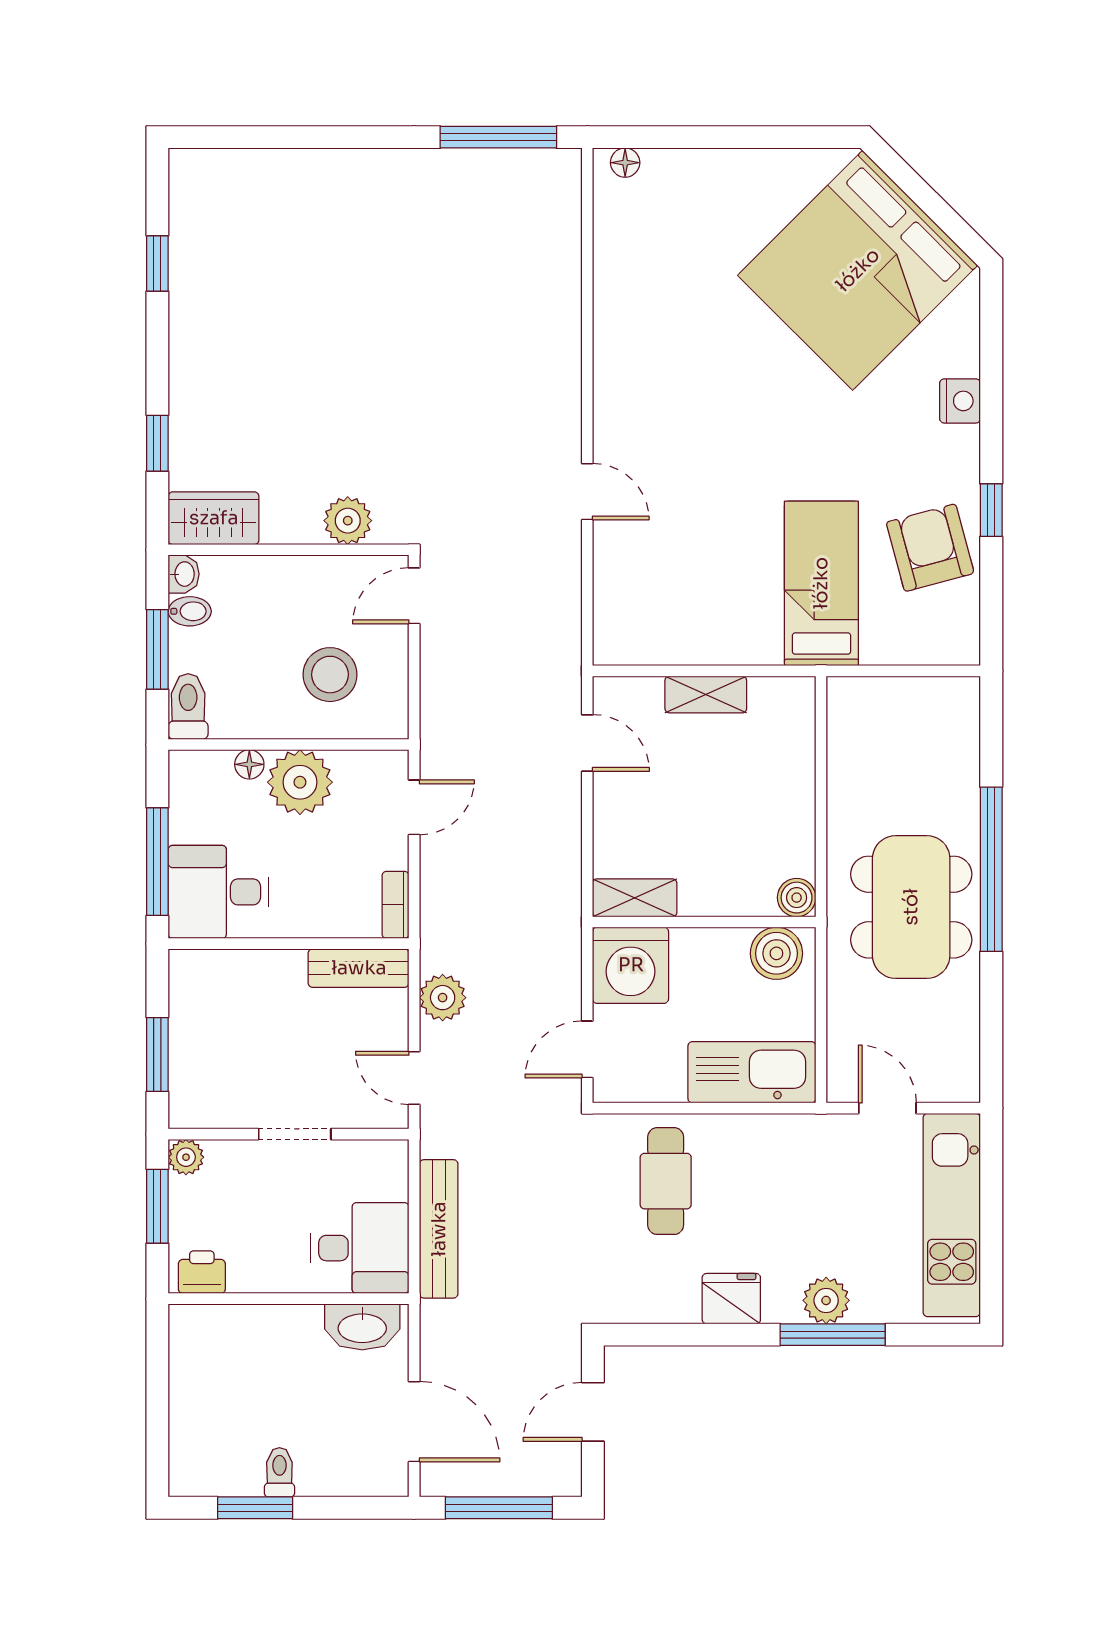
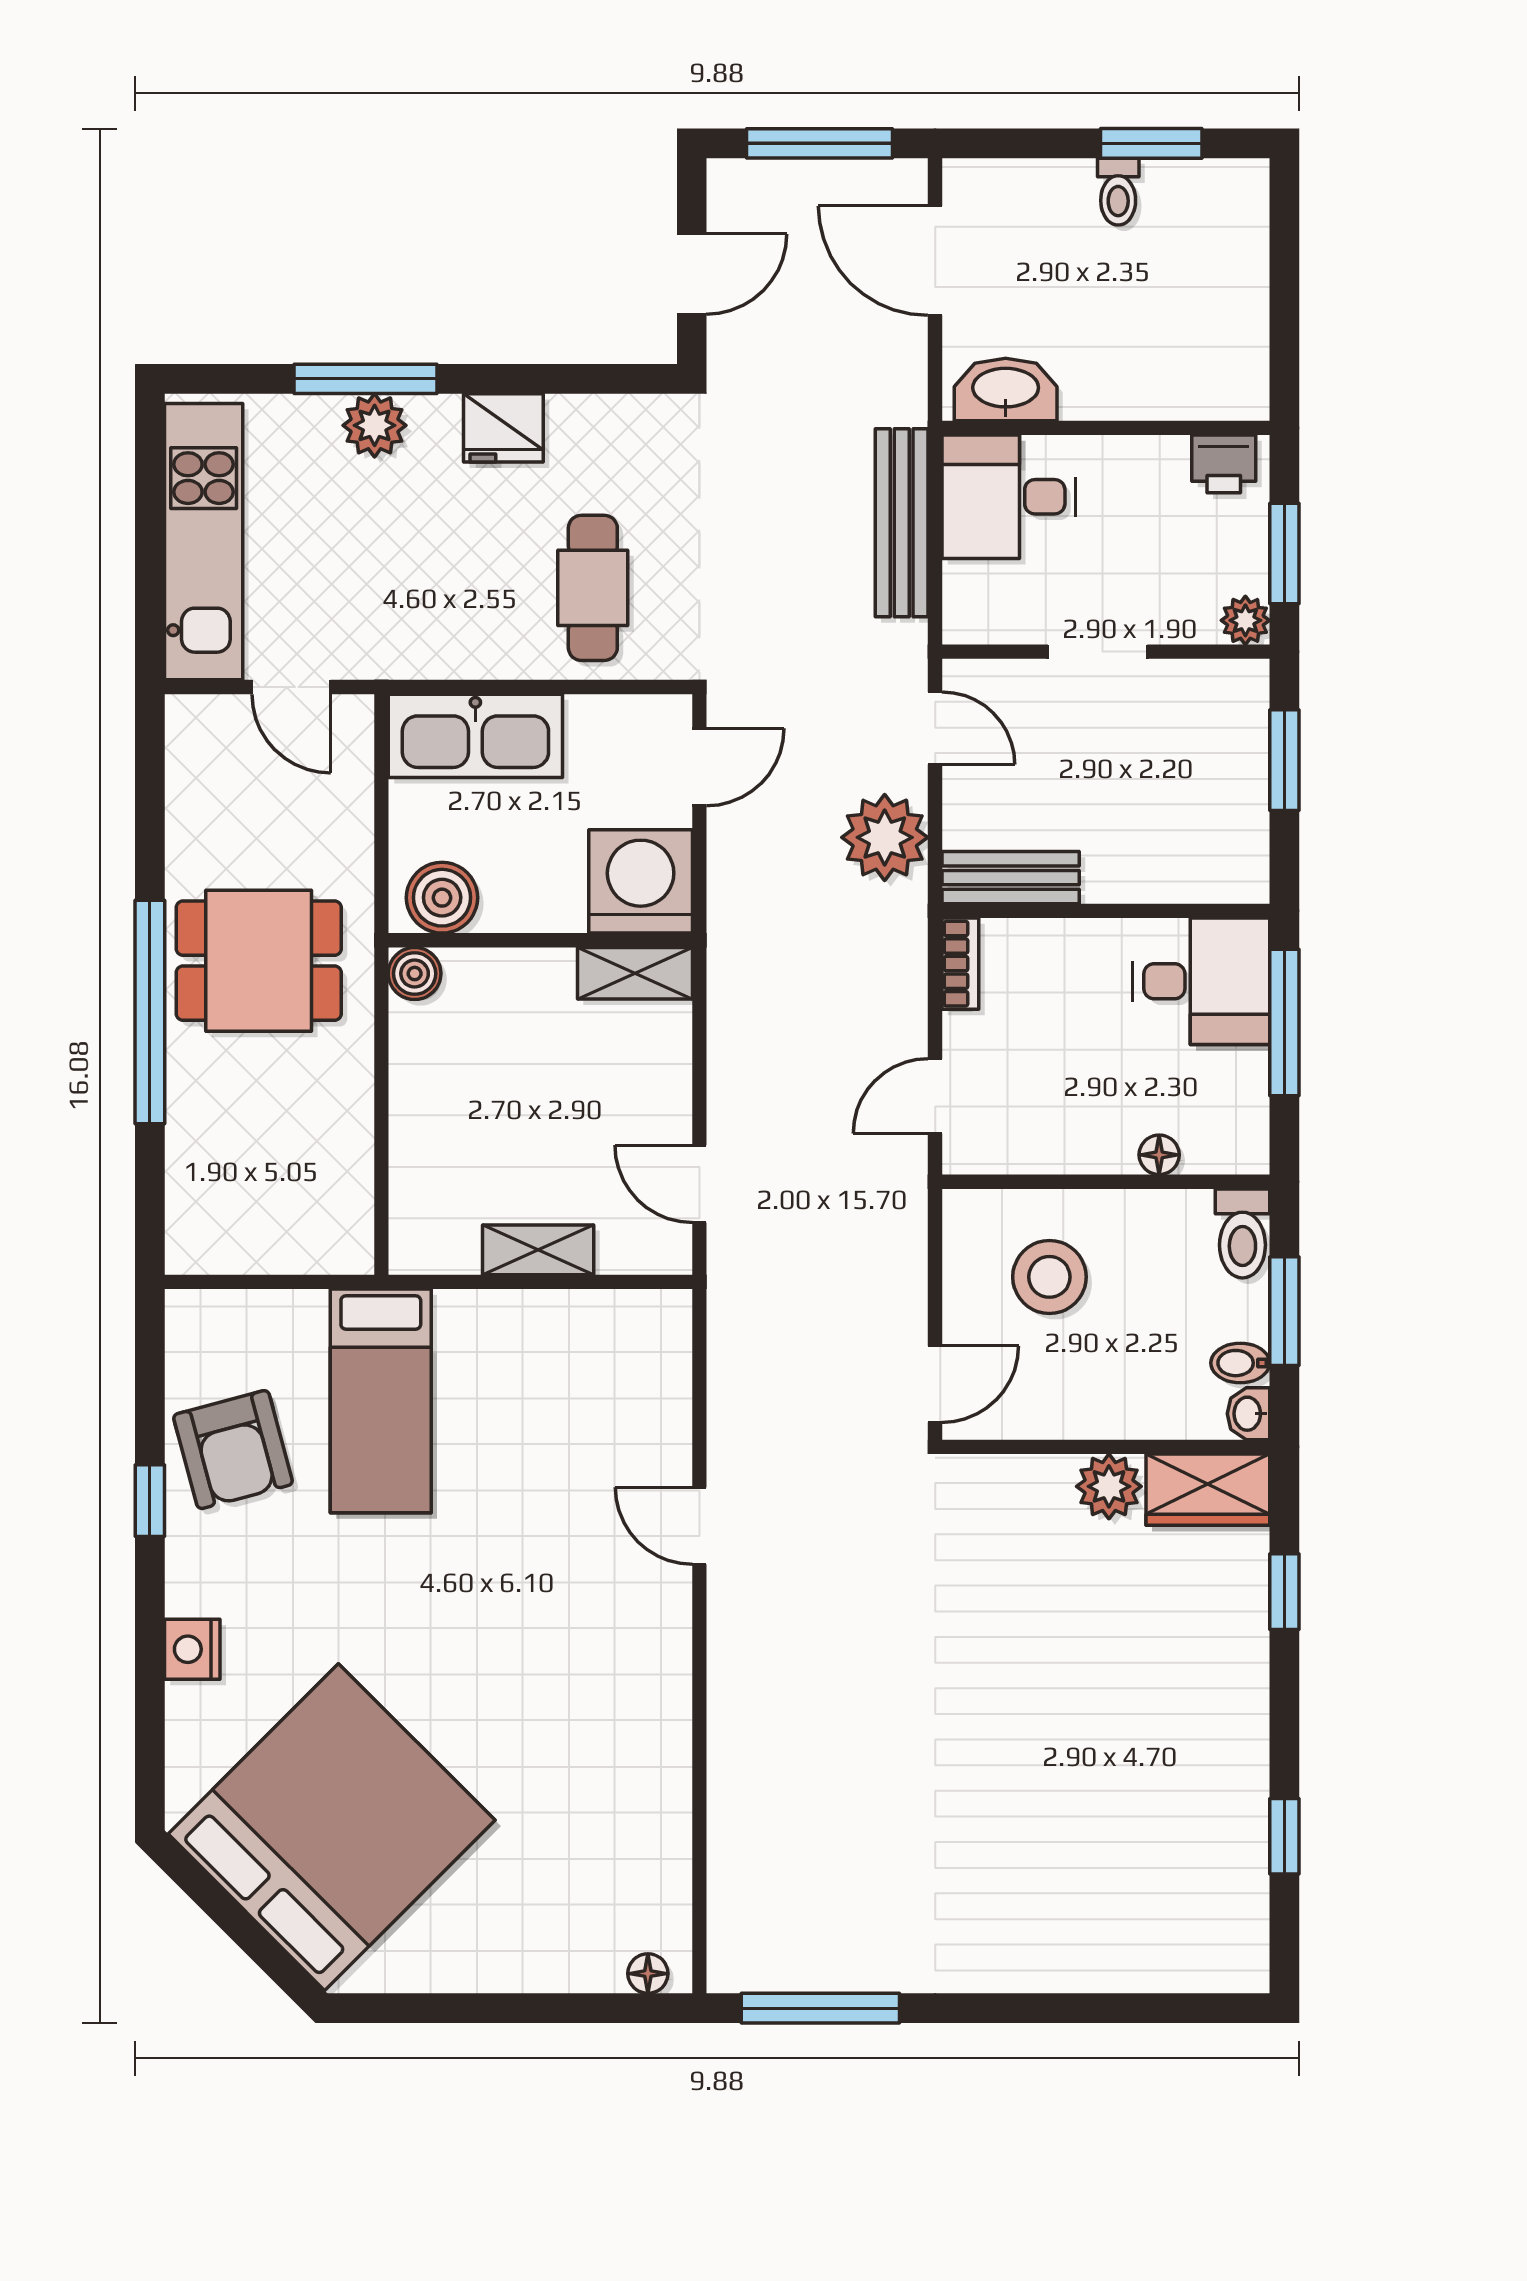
plant: (348, 521) -> (1109, 1486), moved
plant: (300, 782) -> (1090, 1130), removed
dining table: (911, 907) -> (259, 961), width x0.73
plant: (443, 998) -> (885, 837), width x1.36, depth x1.36

